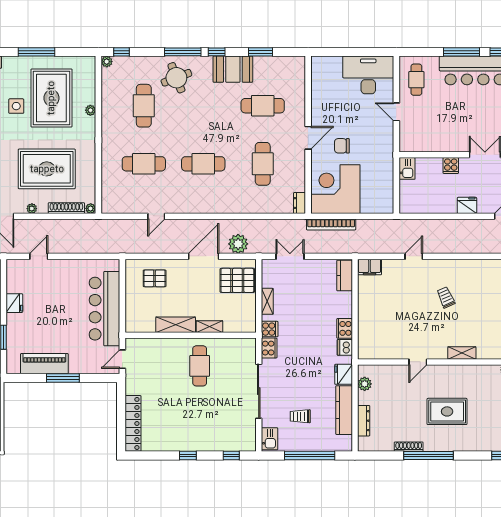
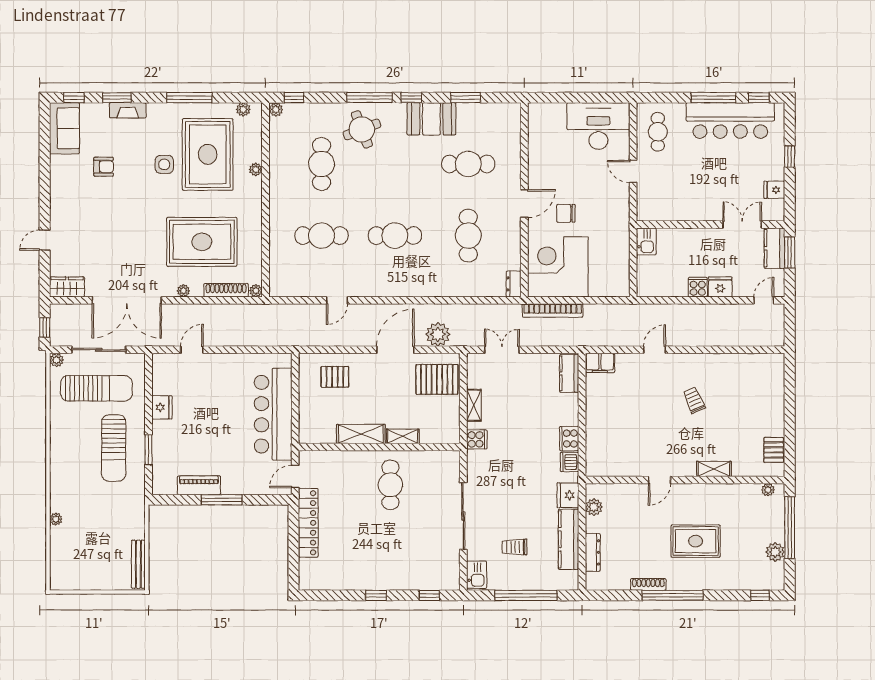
plant: (80, 62) -> (243, 109), added
cooker: (451, 166) -> (698, 287), moved, turned 180
cooker: (269, 348) -> (476, 463), removed
piano: (44, 364) -> (199, 485), width x0.73, depth x0.75
locker: (133, 423) -> (308, 523), moved

